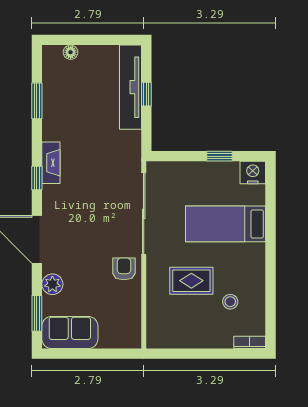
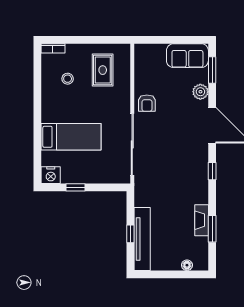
fireplace: (51, 163) -> (202, 220), moved
rug: (191, 281) -> (103, 70), moved, turned 90

